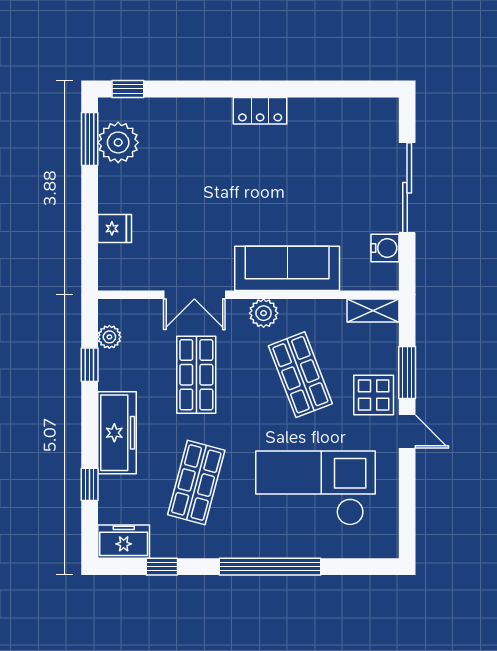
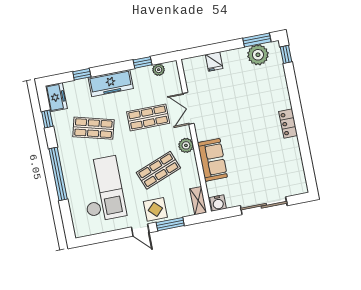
water cooler: (385, 248) -> (218, 203), moved
sofa: (287, 268) -> (212, 160), width x0.73
door: (407, 432) -> (140, 230), hinge flipped

